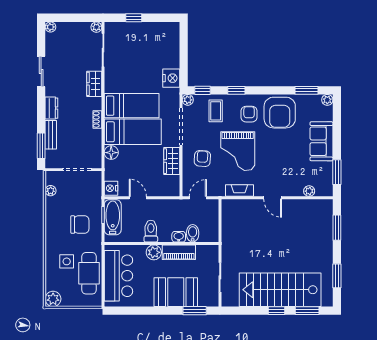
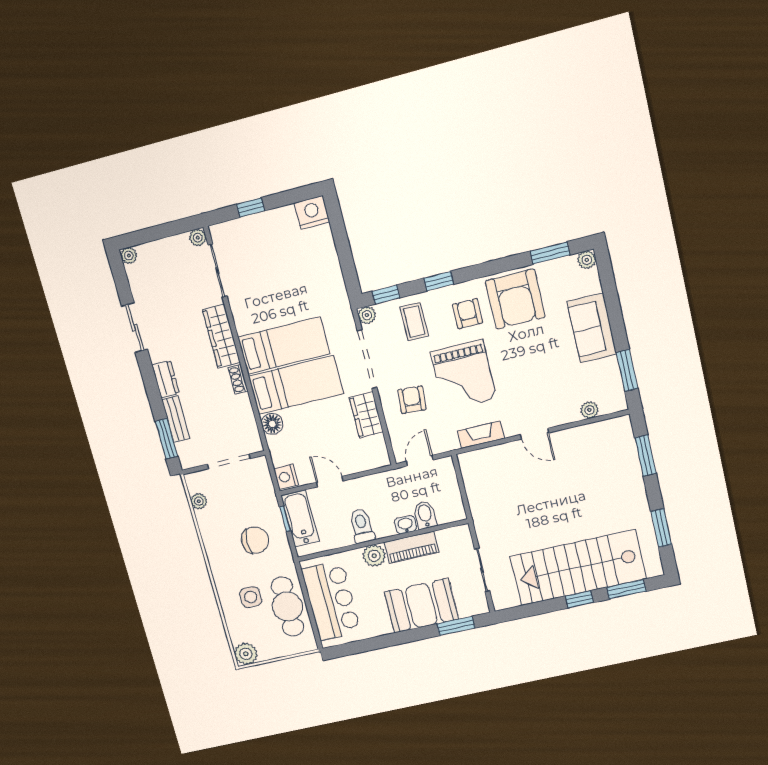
nightstand: (171, 78) -> (312, 212), moved, turned -90
wardrobe: (94, 84) -> (221, 336), width x1.50

